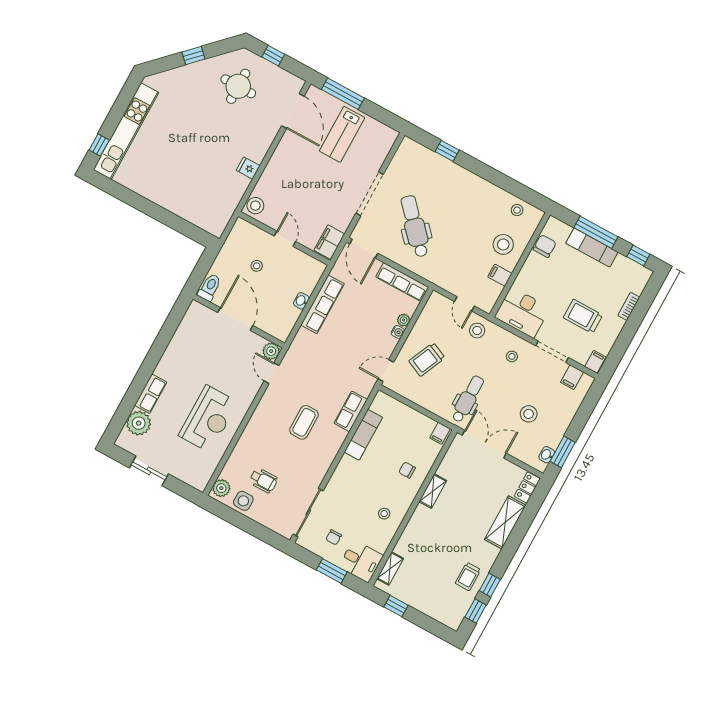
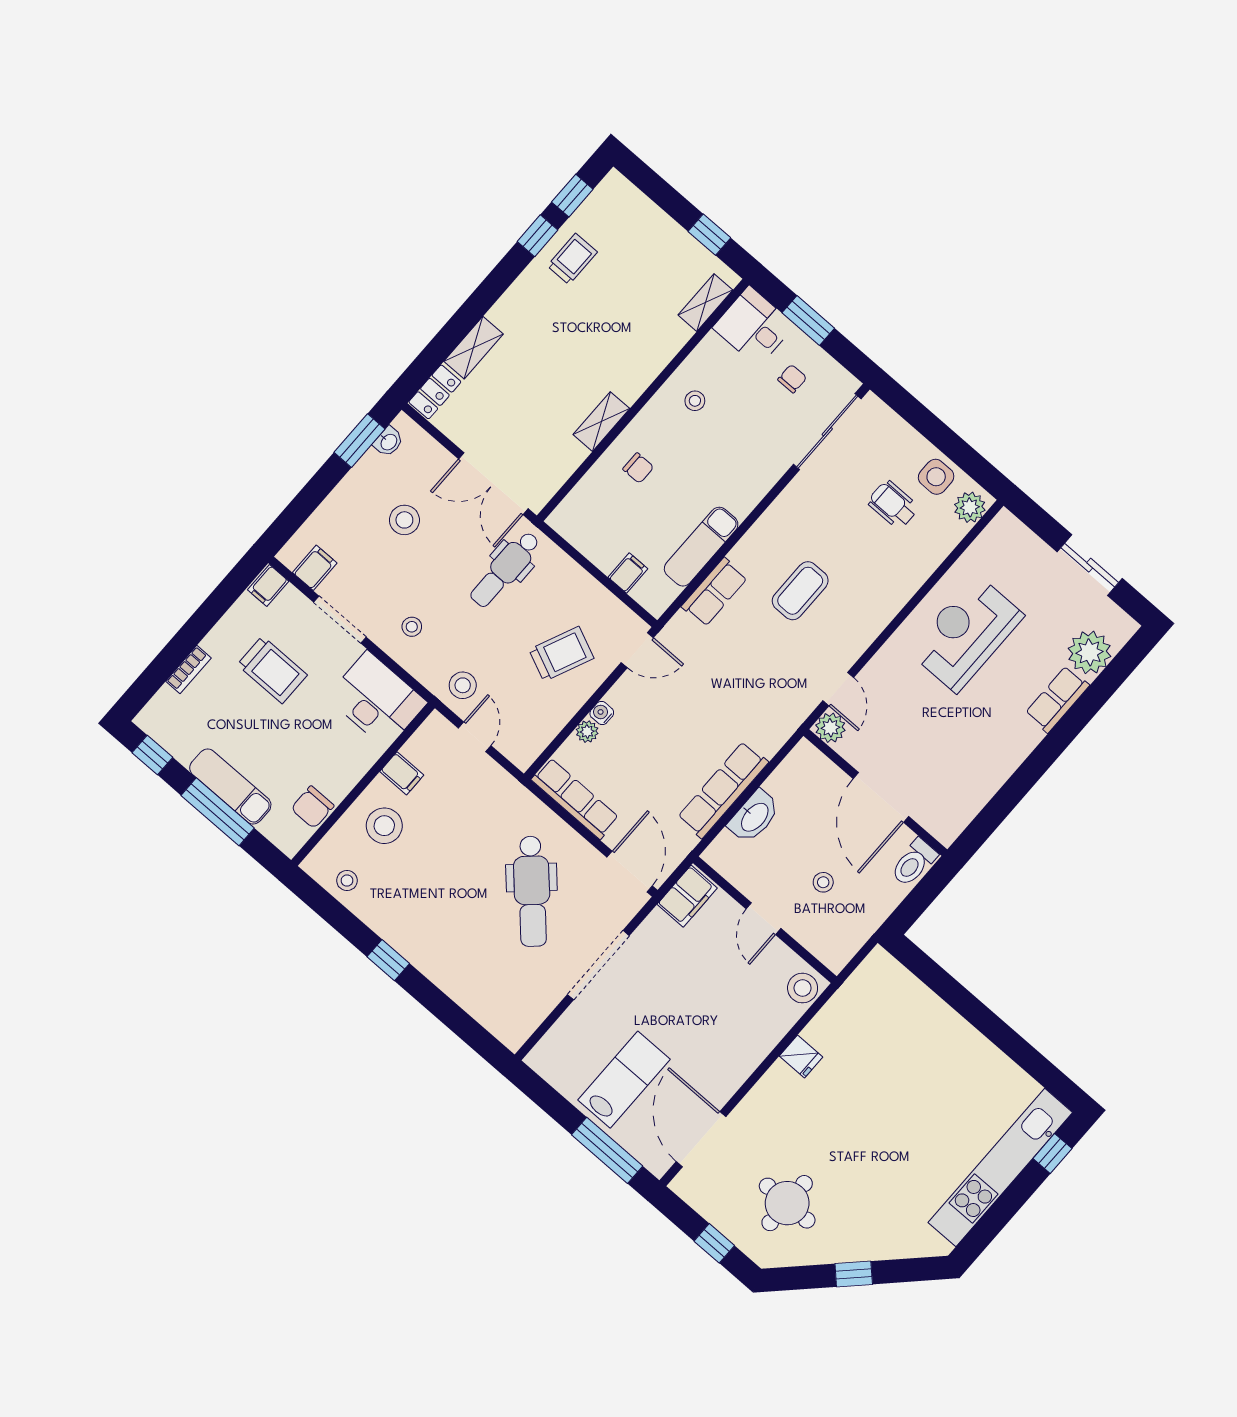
window: (447, 151) -> (388, 960), moved
washbasin: (301, 301) -> (754, 817), width x1.91, depth x1.45
filing cabinet: (440, 433) -> (628, 573), moved
shelving: (505, 522) -> (474, 348), width x0.67, depth x0.75

